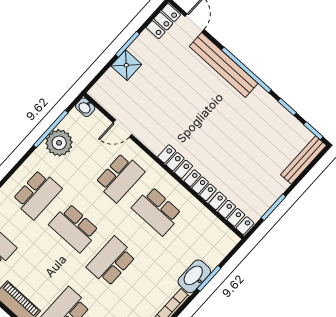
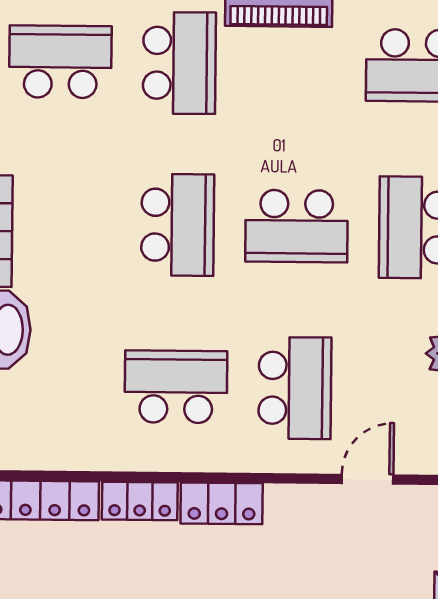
school desk: (120, 177) -> (295, 388), turned 180
school desk: (74, 228) -> (297, 226), turned 180

